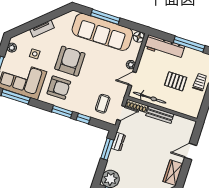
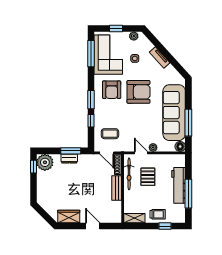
window: (105, 17) -> (188, 123), moved
workbench: (164, 47) -> (179, 185), moved
pallet: (176, 81) -> (148, 177), moved
shelving: (196, 107) -> (134, 218), added
dresser: (118, 142) -> (69, 159), moved

